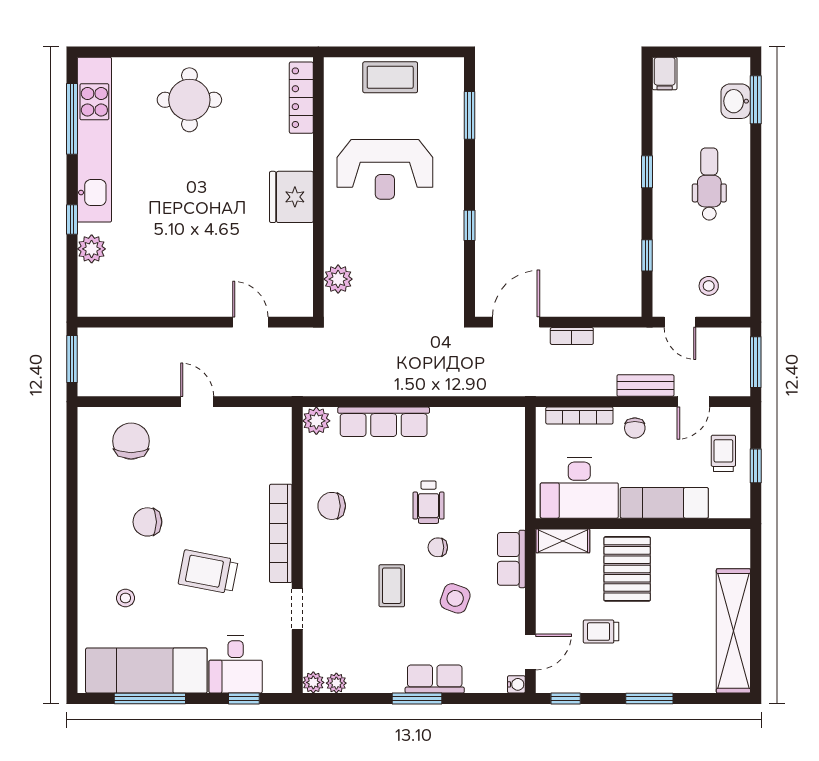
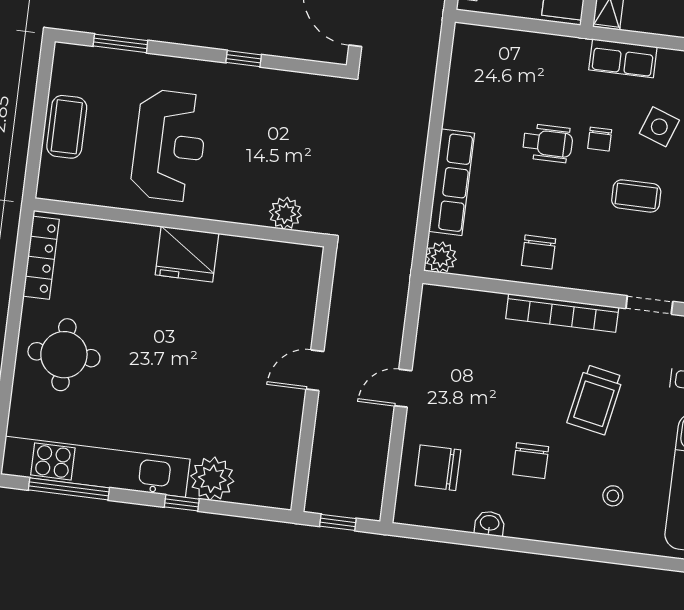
locker: (301, 98) -> (41, 258), moved, turned -90
plant: (92, 249) -> (212, 479), width x1.36, depth x1.36
door: (250, 322) -> (315, 370), moved
window: (72, 359) -> (338, 522), width x0.67
washbasin: (88, 493) -> (490, 524), added

